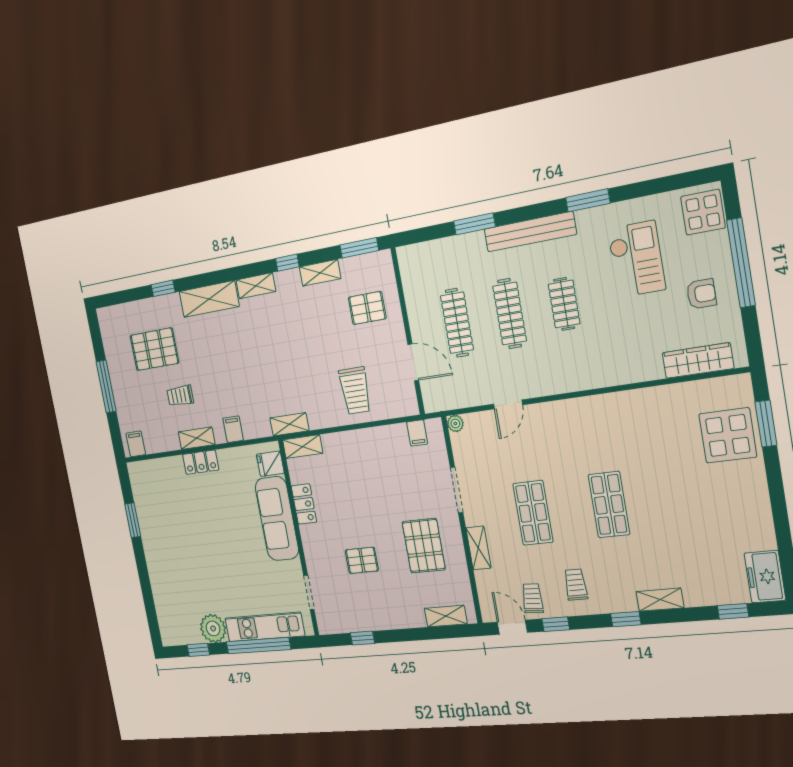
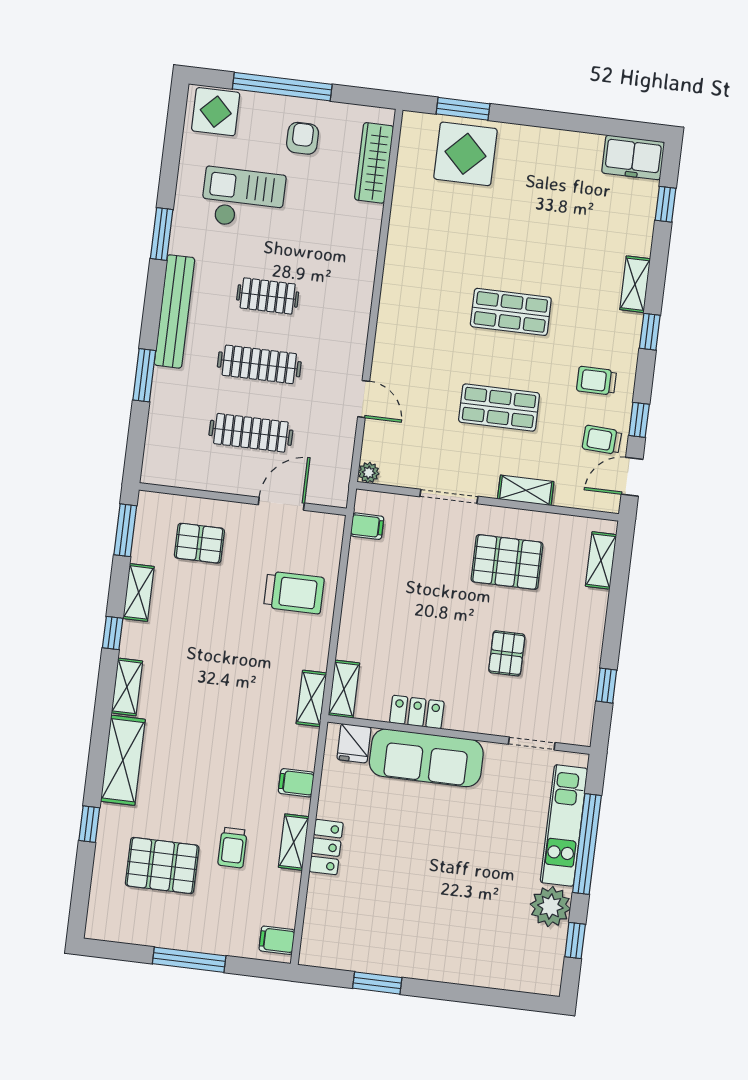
pallet: (367, 308) -> (199, 543), turned 90
pallet: (154, 349) -> (162, 866), turned 90

